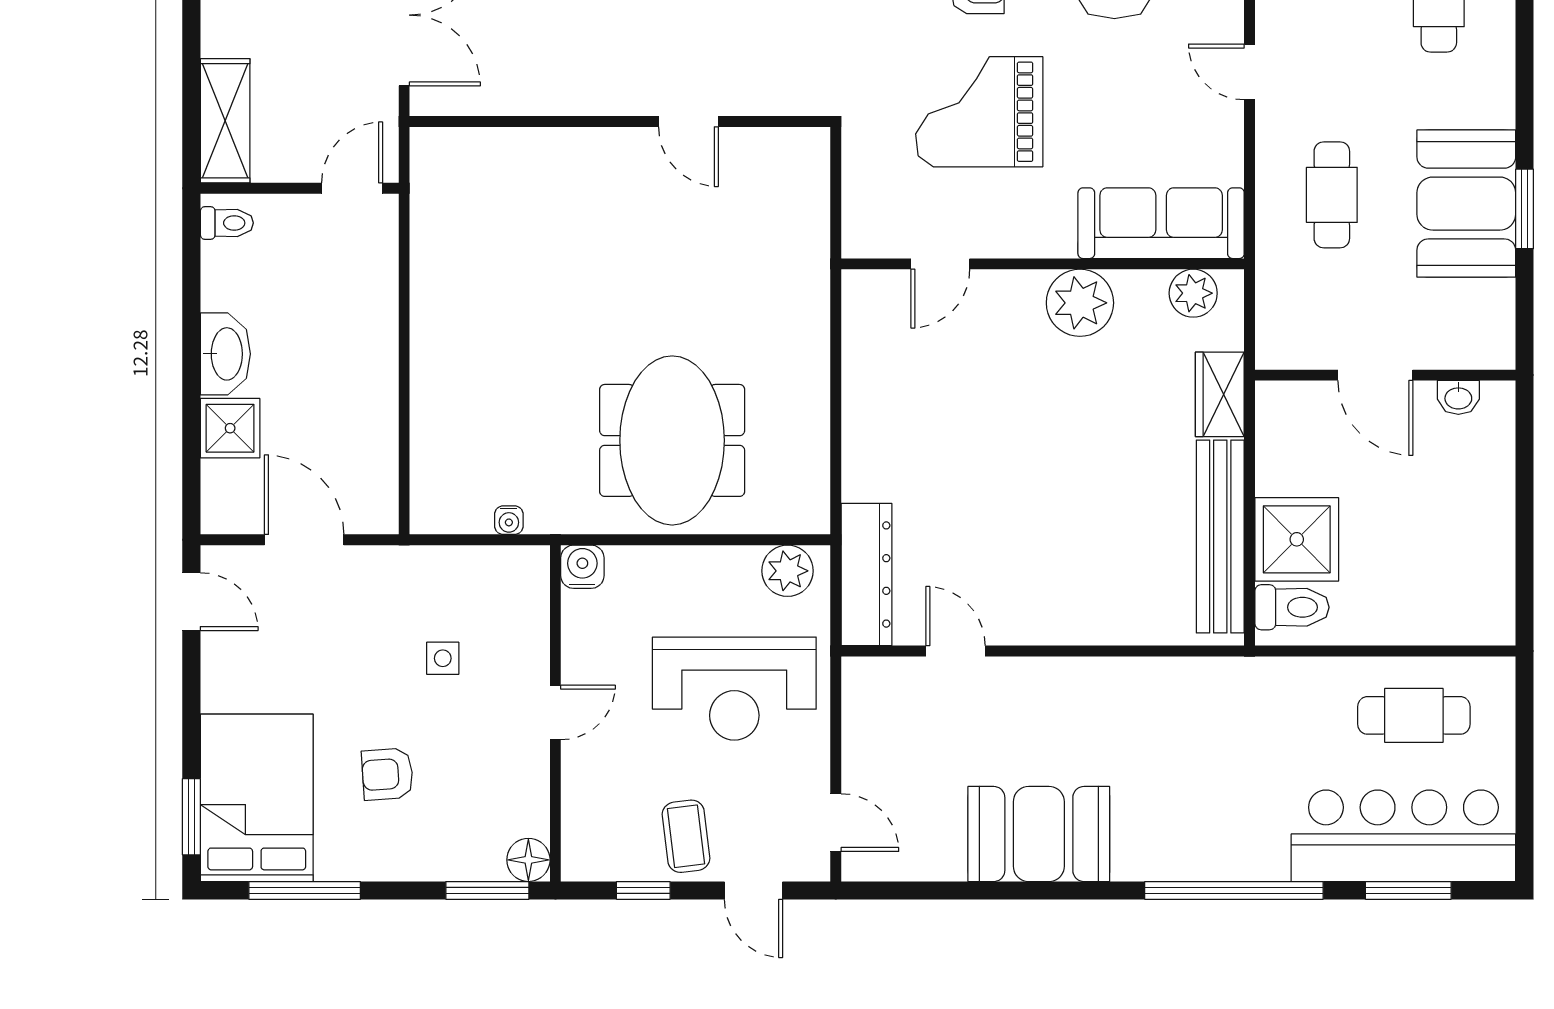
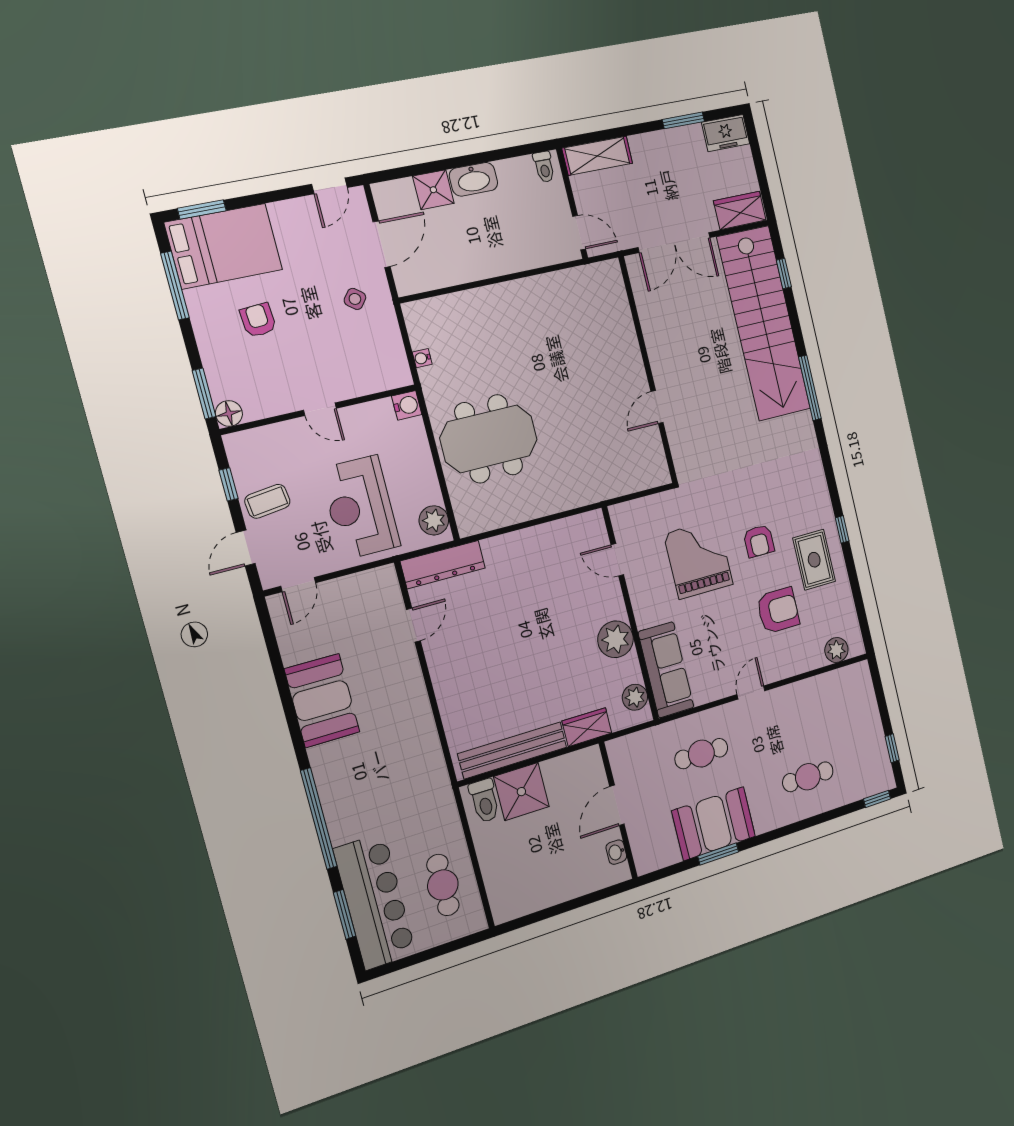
side table: (443, 658) -> (355, 299), moved, turned 38

